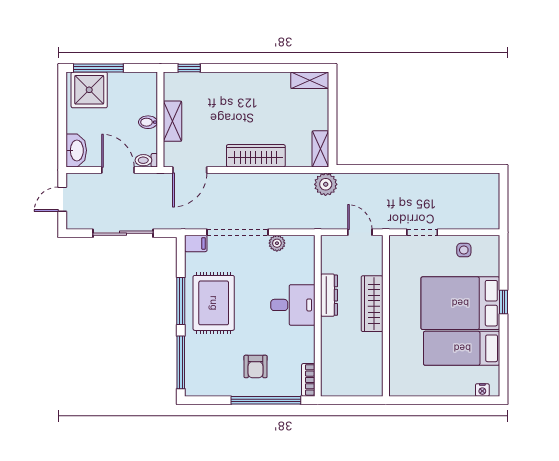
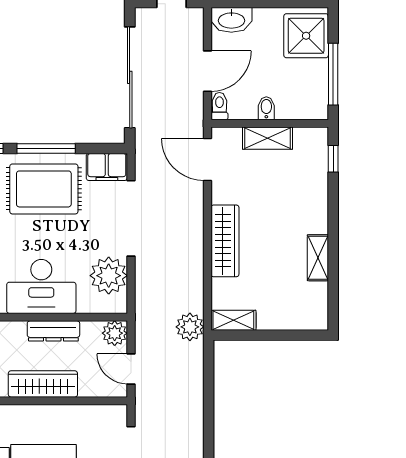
window: (98, 68) -> (333, 74), moved
shelving: (310, 80) -> (318, 258), moved
door: (360, 232) -> (131, 369), swing flipped
sliding door: (123, 233) -> (130, 77), width x1.36
filing cabinet: (196, 243) -> (107, 167), width x2.00
plant: (277, 243) -> (109, 276), width x1.88, depth x1.88
plant: (331, 245) -> (115, 333), added
desk: (293, 305) -> (41, 286), width x1.37

